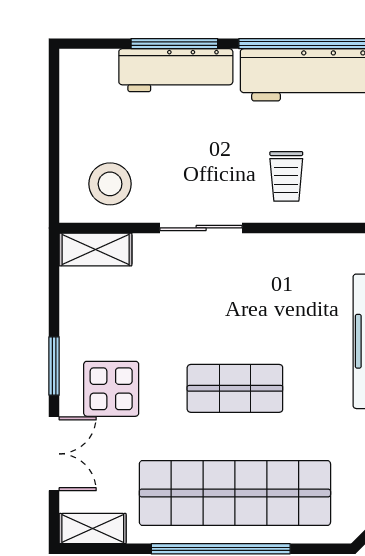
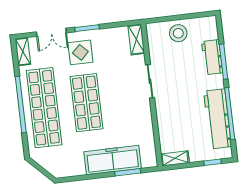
workbench: (176, 70) -> (212, 57), width x0.73
trolley: (286, 176) -> (175, 113), removed
stool: (110, 184) -> (178, 33), moved
shop shelf: (235, 388) -> (87, 103), width x1.43, depth x1.36

